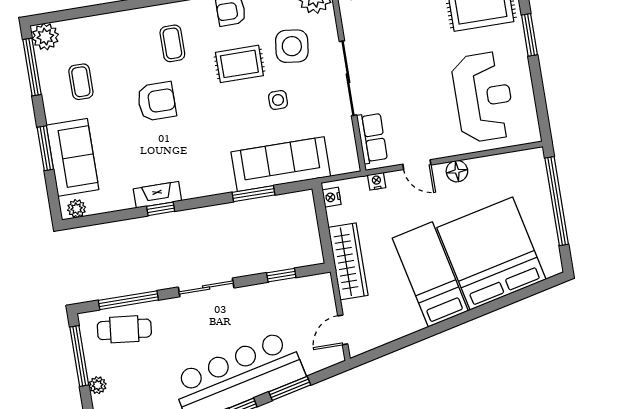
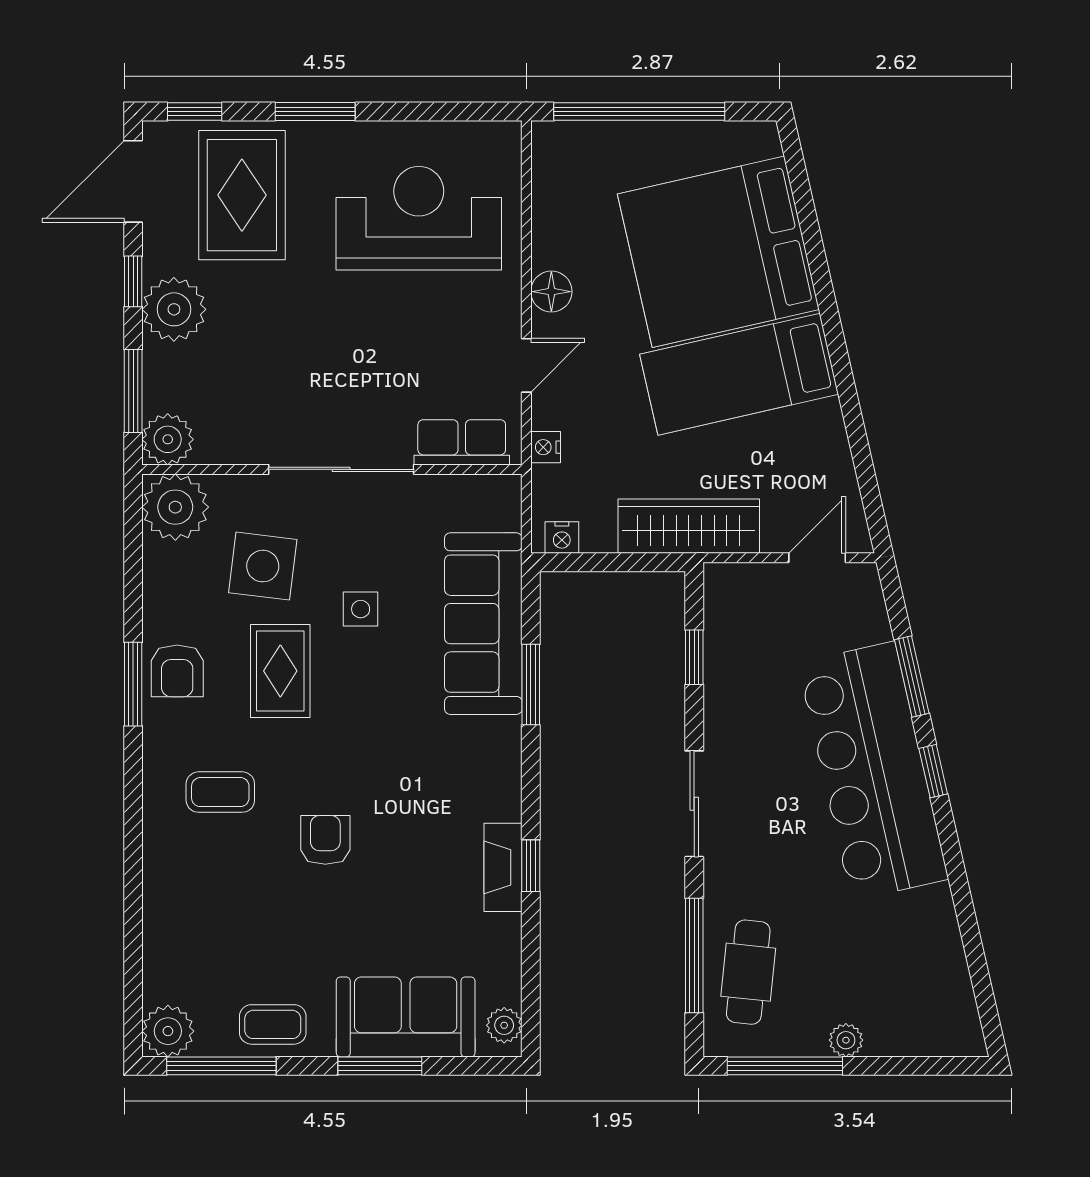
coffee table: (81, 82) -> (273, 1024), moved
armchair: (157, 101) -> (325, 840), width x0.72, depth x0.72
door: (343, 330) -> (817, 558), swing flipped

